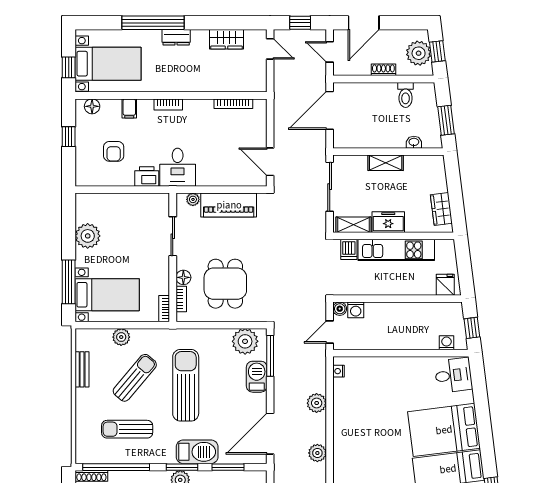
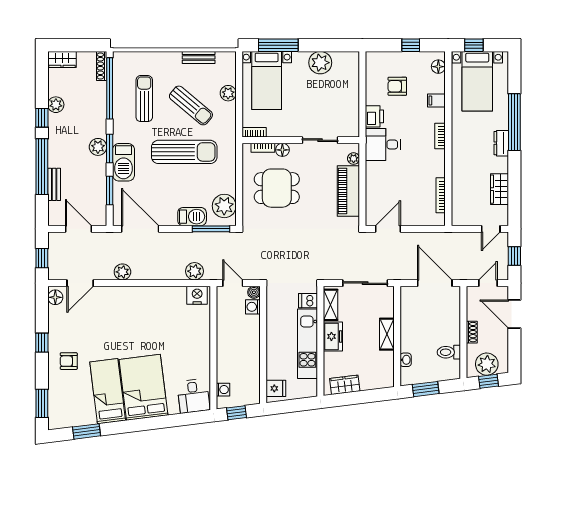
nightstand: (339, 371) -> (197, 295), width x1.89, depth x1.79
plant: (317, 403) -> (194, 271), moved

